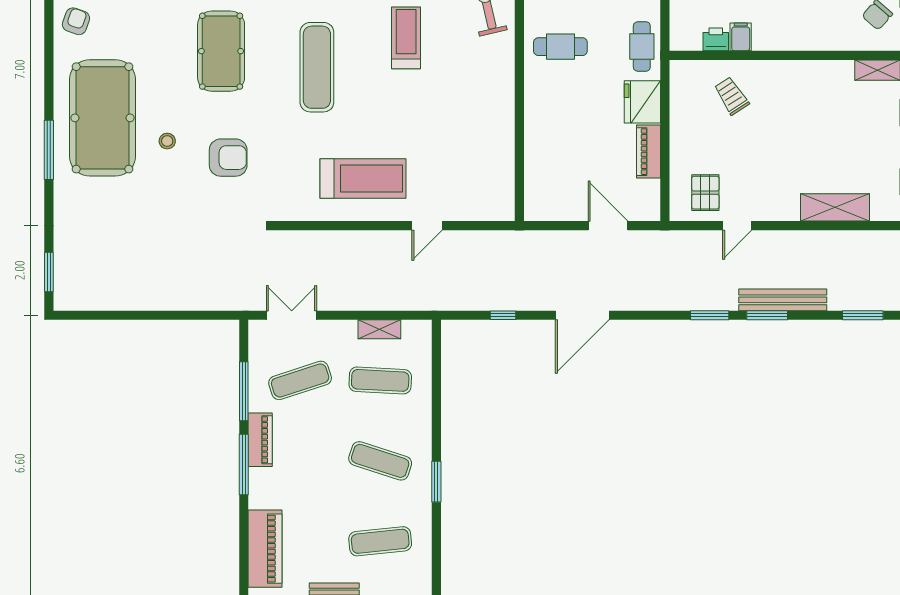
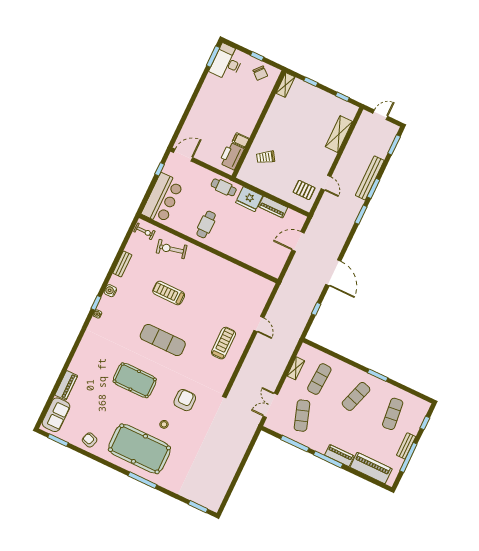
printer: (716, 39) -> (232, 156), width x1.87, depth x1.48
treadmill: (363, 178) -> (223, 343), width x0.73, depth x0.73
piano: (260, 440) -> (339, 456), moved

